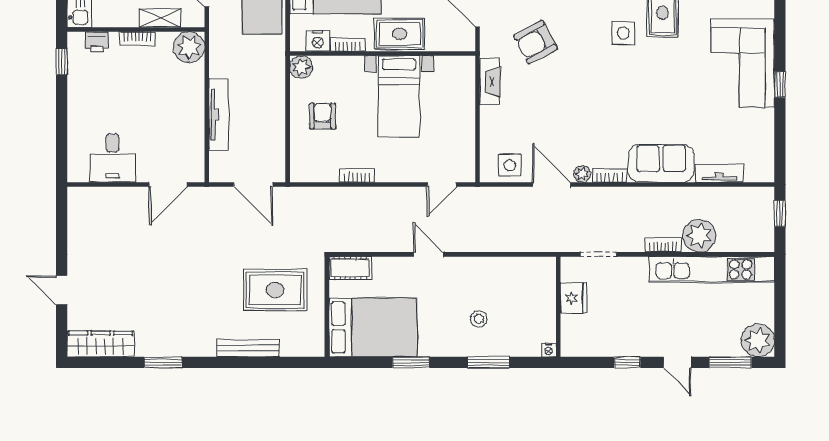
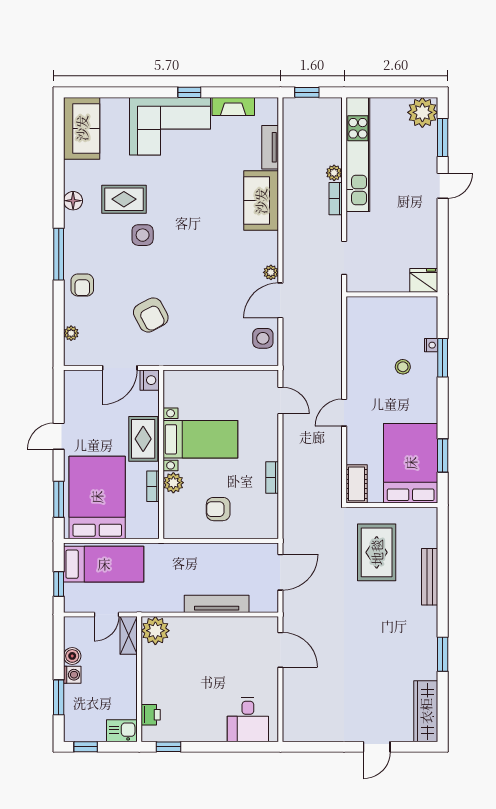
shelving: (160, 18) -> (129, 635), moved
bookcase: (137, 39) -> (148, 678), removed
nightstand: (318, 41) -> (150, 380), moved
plant: (301, 67) -> (173, 483), moved
fireplace: (490, 82) -> (233, 106), moved, turned 180
desk: (113, 158) -> (248, 720), moved, turned 90
bookcase: (609, 175) -> (272, 248), removed
plant: (699, 236) -> (334, 173), width x0.53, depth x0.53
fridge: (574, 298) -> (424, 280), moved
nightstand: (549, 350) -> (431, 345), moved
window: (411, 362) -> (443, 456), moved
window: (627, 362) -> (443, 232), removed

